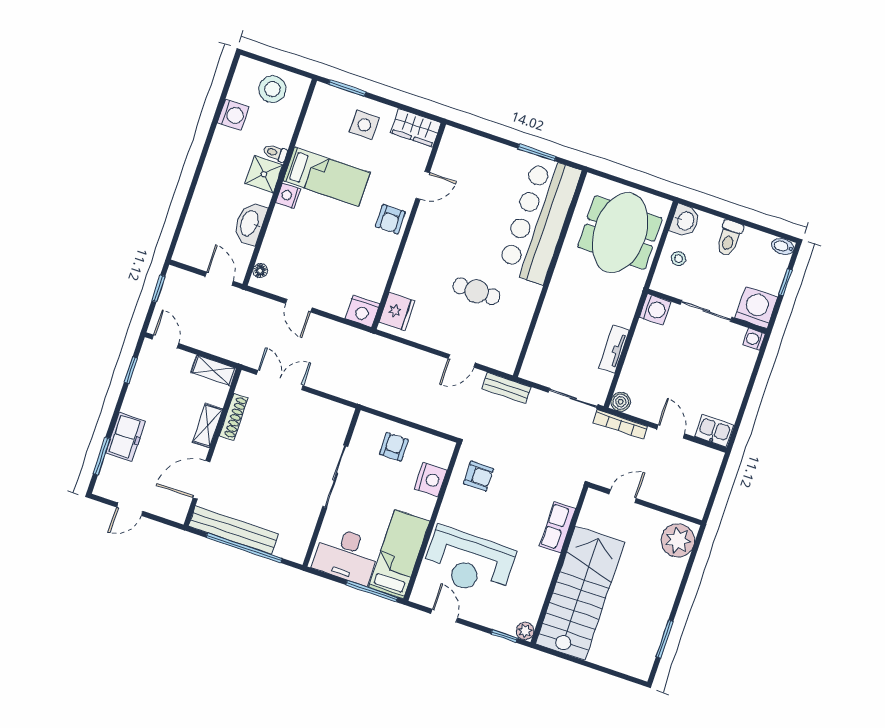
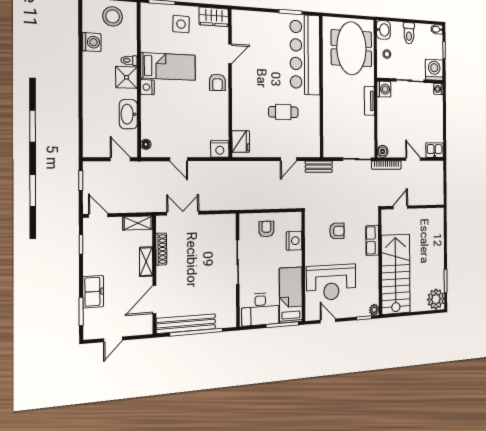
tv unit: (614, 349) -> (369, 101), moved
armchair: (479, 476) -> (337, 231), moved
plant: (678, 540) -> (436, 299), moved

